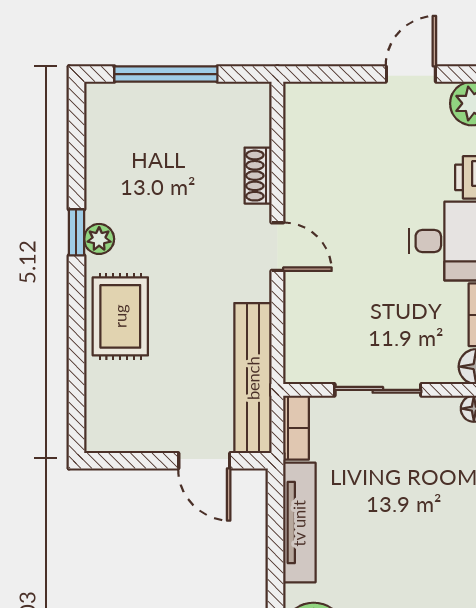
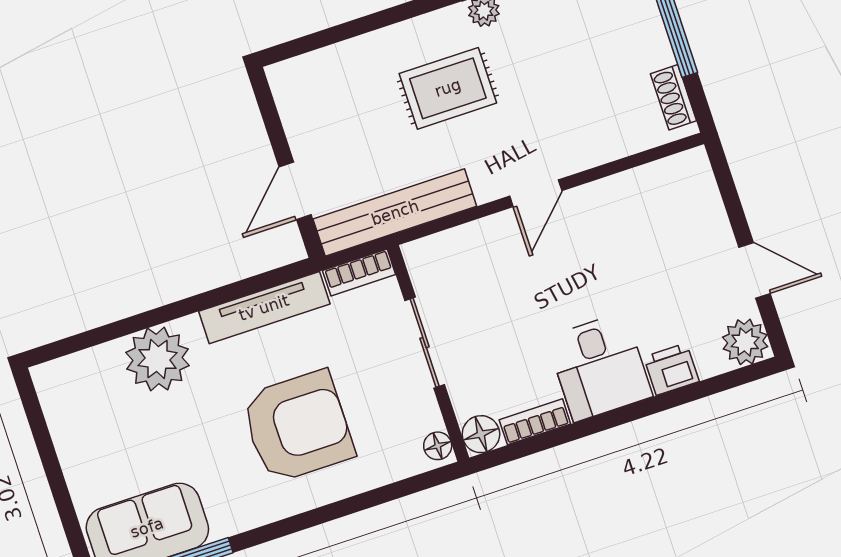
shoe rack: (258, 176) -> (673, 97), moved, turned -90
rug: (120, 316) -> (448, 88), moved
armchair: (415, 528) -> (298, 427), added

